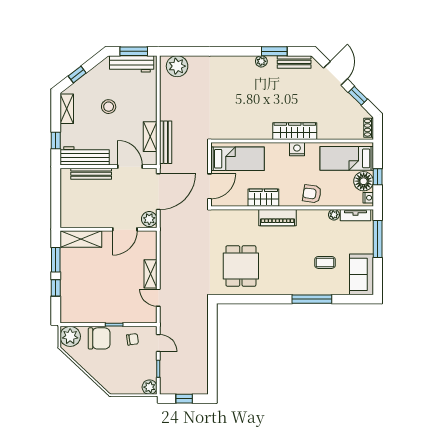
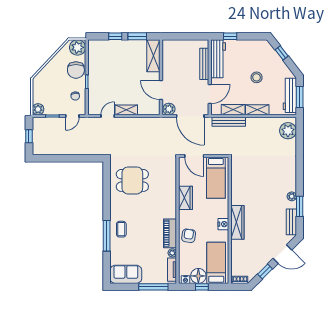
shelving: (67, 109) -> (257, 110), moved
piano: (277, 218) -> (170, 233), moved
coffee table: (325, 262) -> (121, 229), moved

